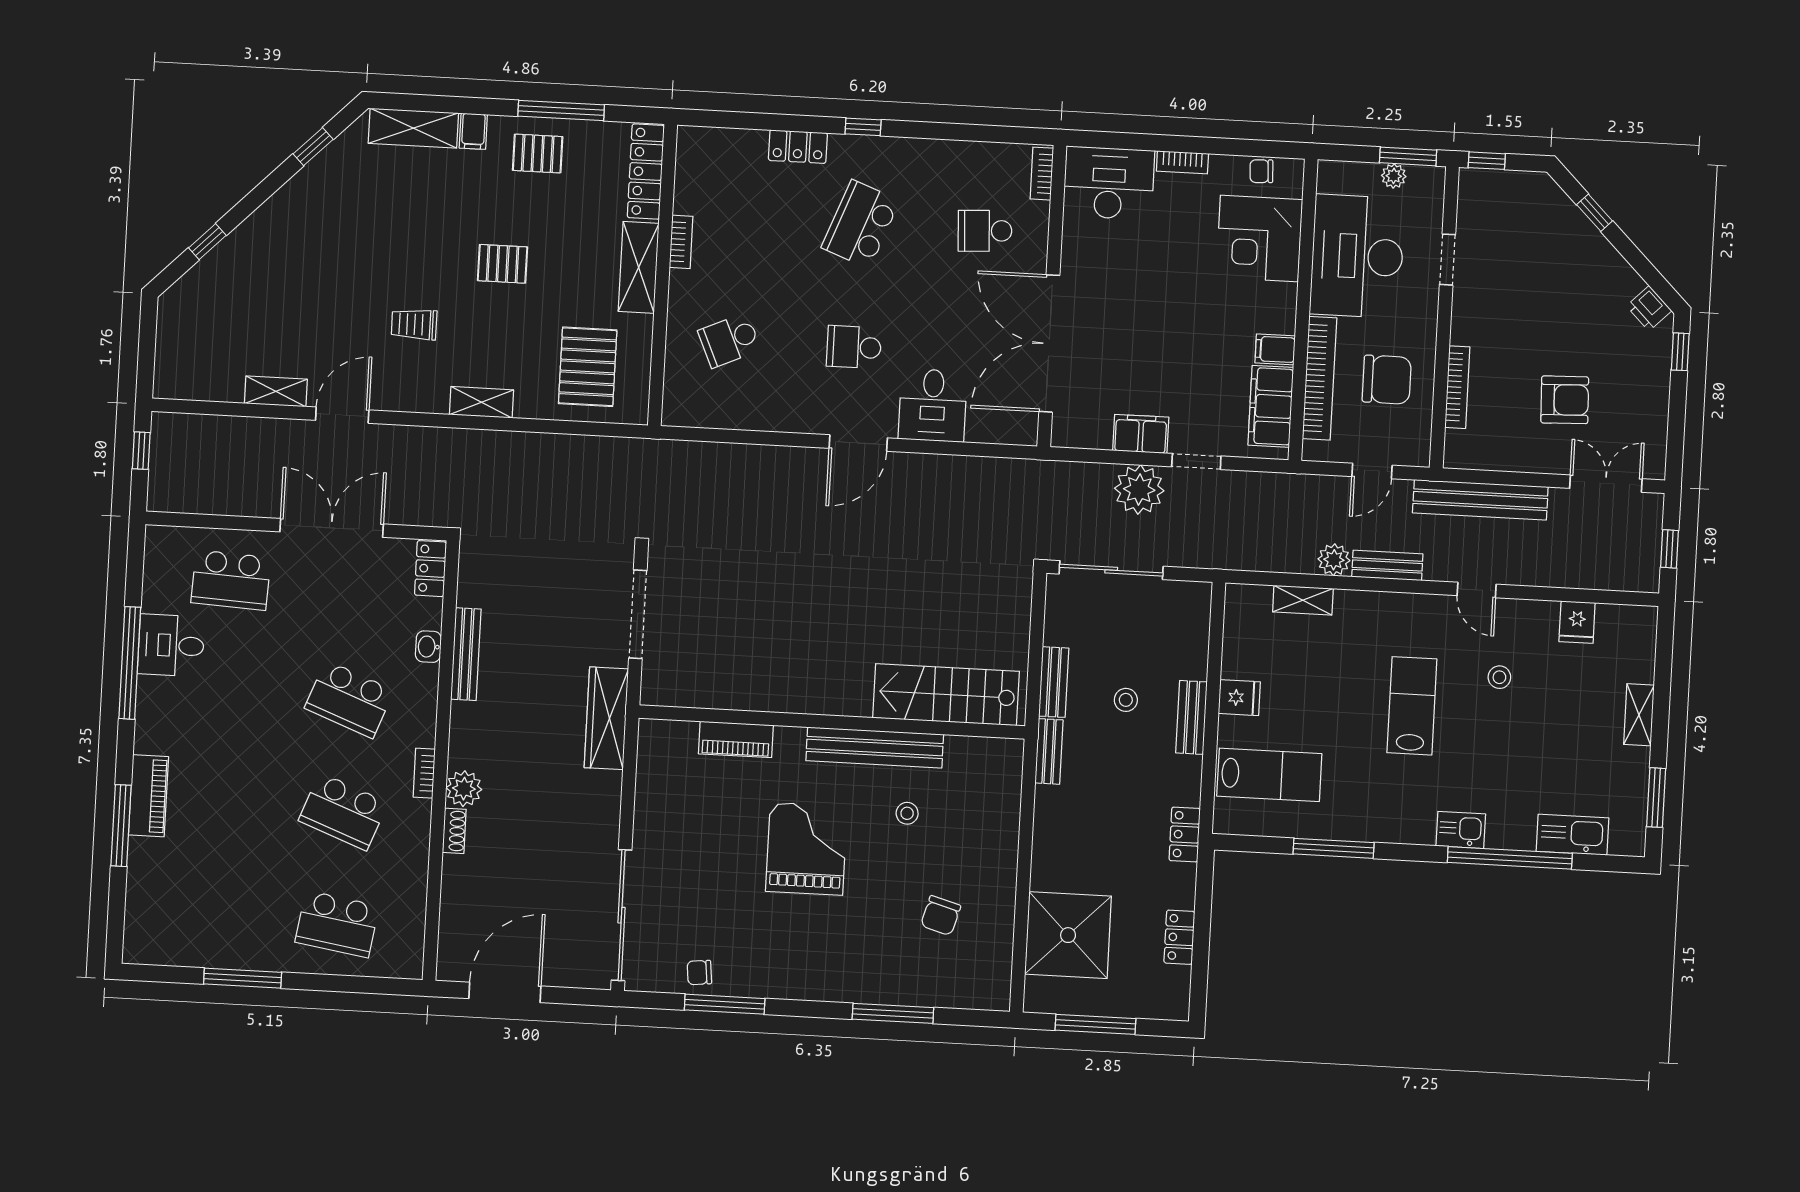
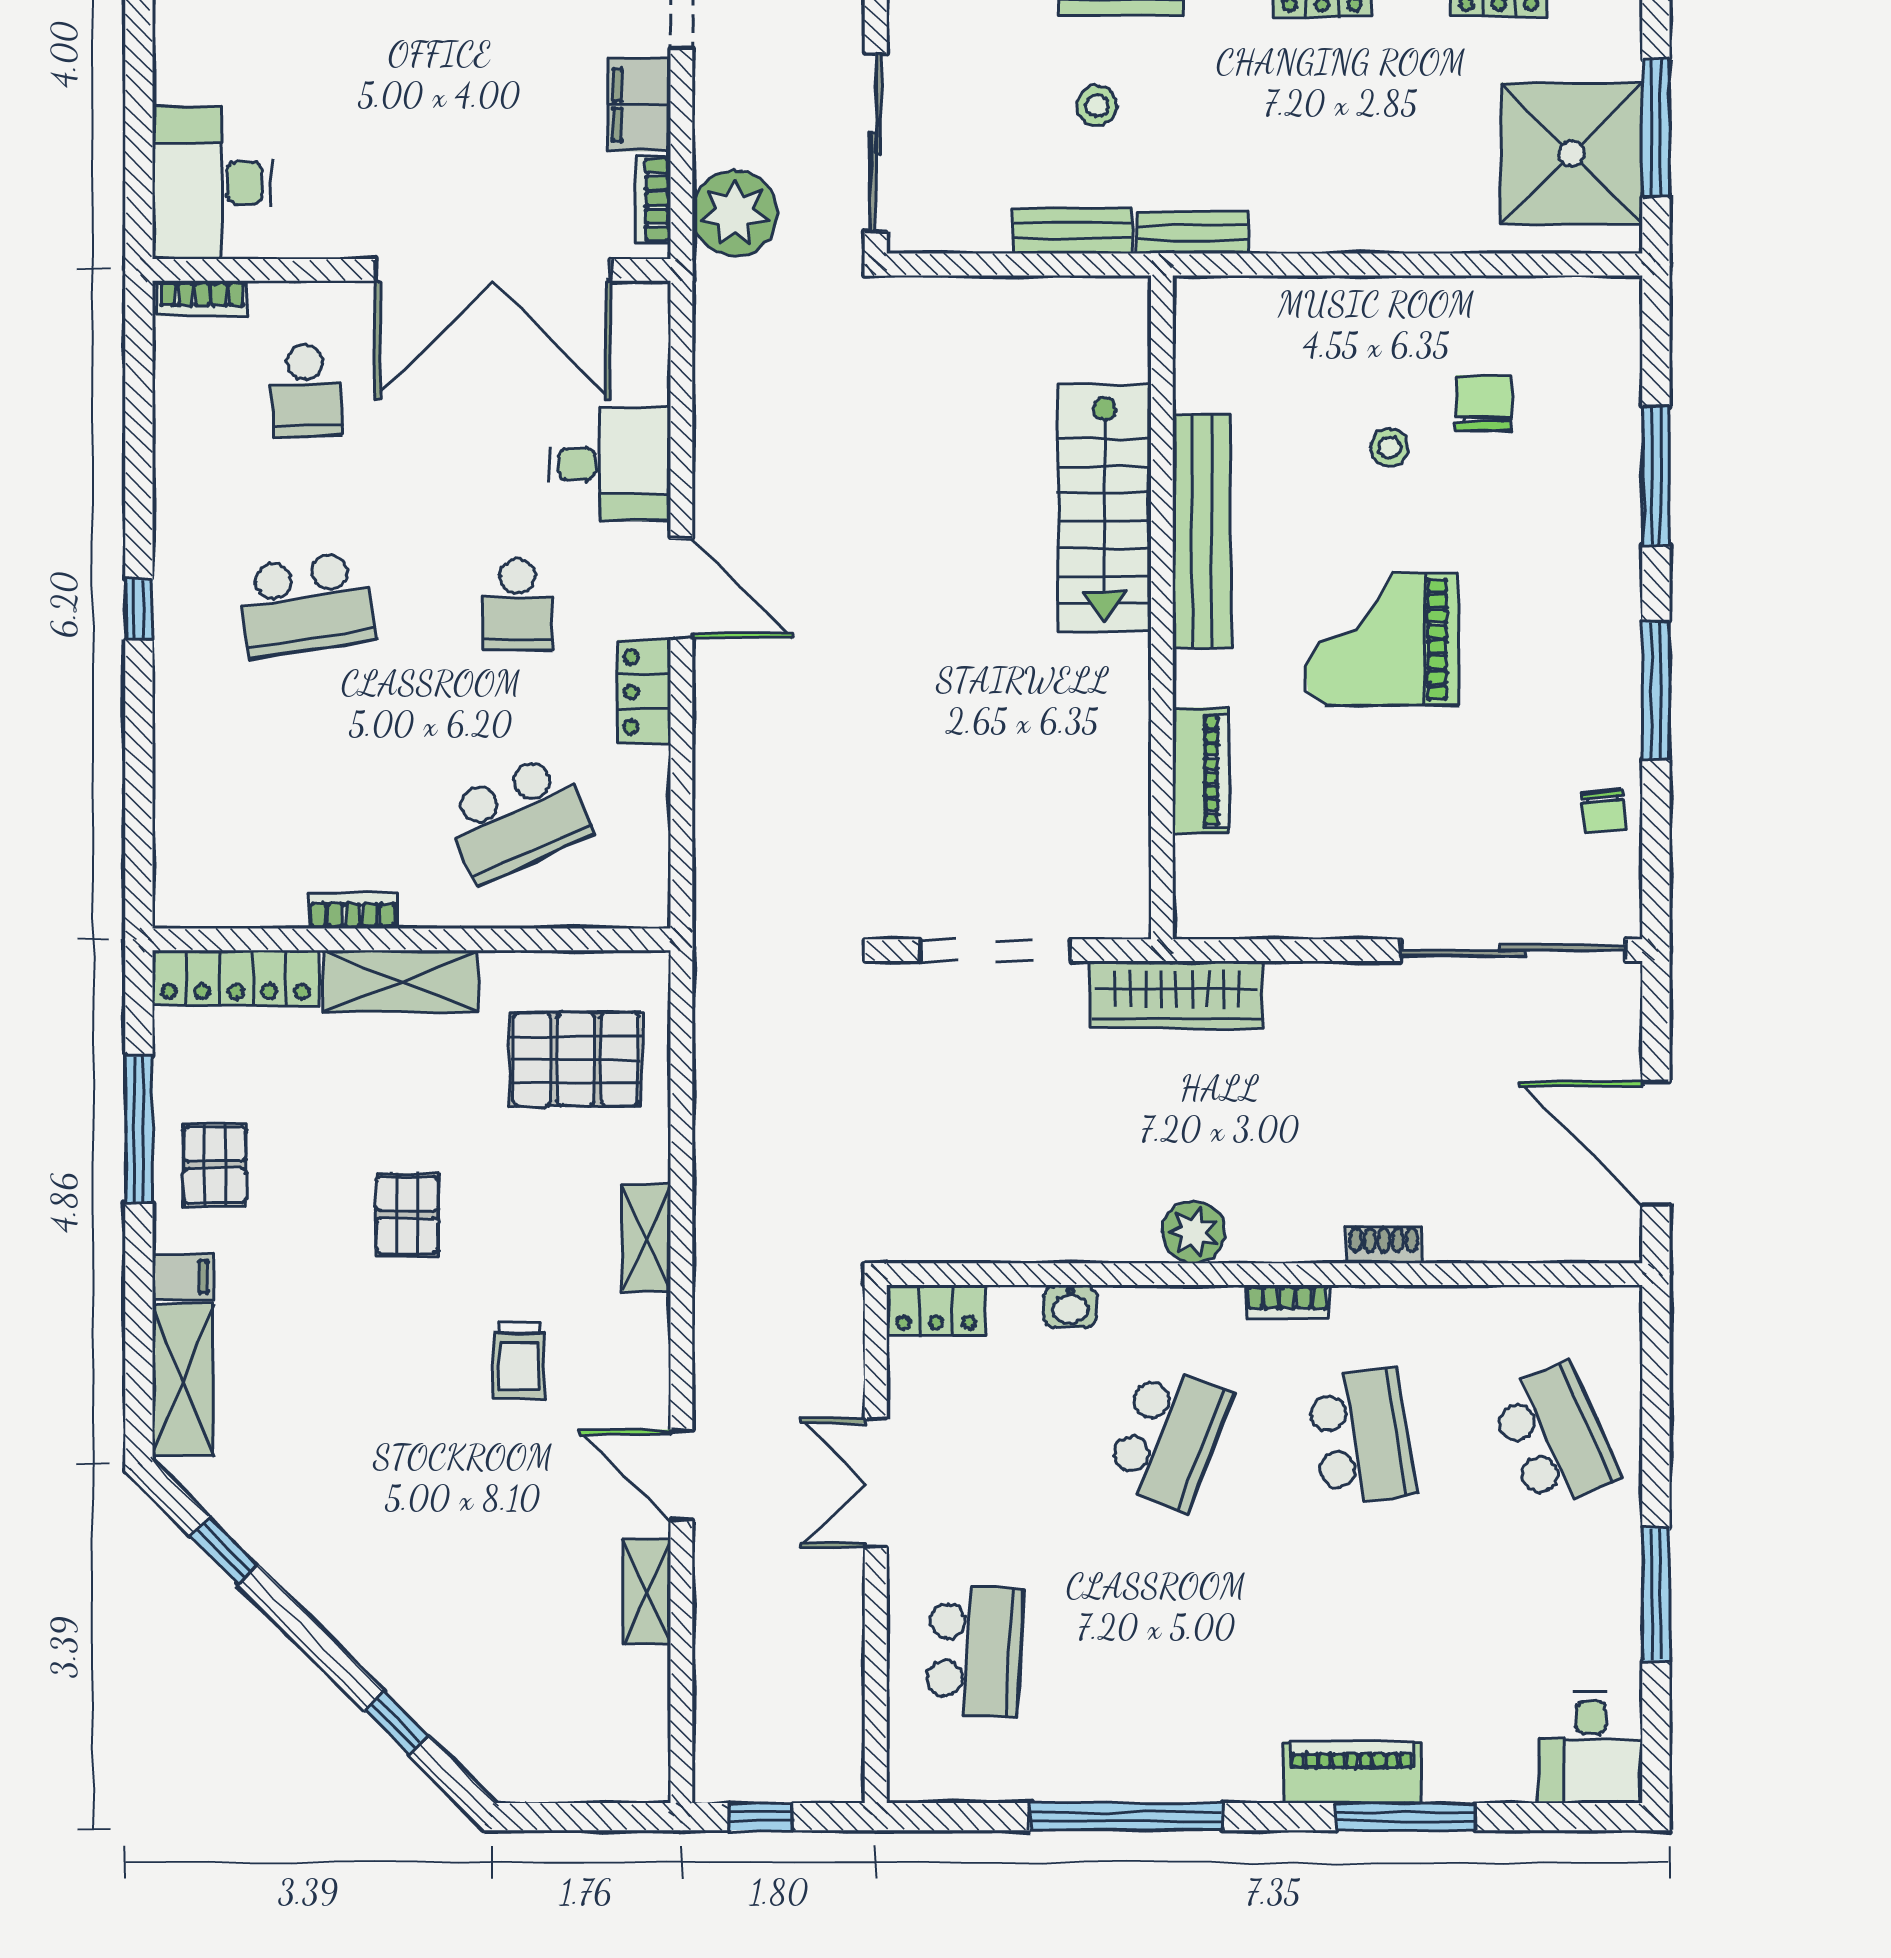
locker: (798, 147) -> (644, 692), moved, turned 180
bookcase: (1182, 162) -> (653, 200), moved, turned 180
school desk: (861, 224) -> (306, 605), turned -30
school desk: (729, 340) -> (517, 819), width x1.85
plant: (1139, 490) -> (735, 213), moved
double door: (332, 528) -> (876, 1483), width x0.73
desk: (171, 645) -> (1591, 1748), moved
bench: (466, 654) -> (1080, 1241), removed
stairs: (946, 695) -> (1104, 508), moved
plant: (464, 789) -> (1194, 1232), moved
school desk: (343, 812) -> (1361, 1437), turned -30
stool: (907, 813) -> (1390, 447), moved
chair: (941, 916) -> (1484, 403), turned -106
school desk: (337, 924) -> (1554, 1437), turned -33
shower: (1068, 935) -> (1572, 153), moved
window: (725, 1004) -> (1656, 691), moved

